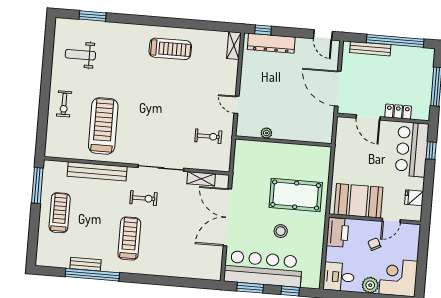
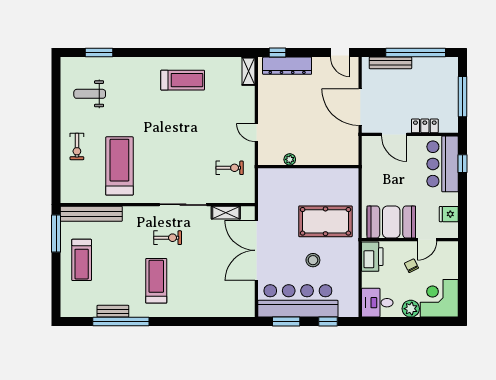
bench: (97, 171) -> (91, 214), moved
treadmill: (60, 213) -> (82, 260), turned 180

